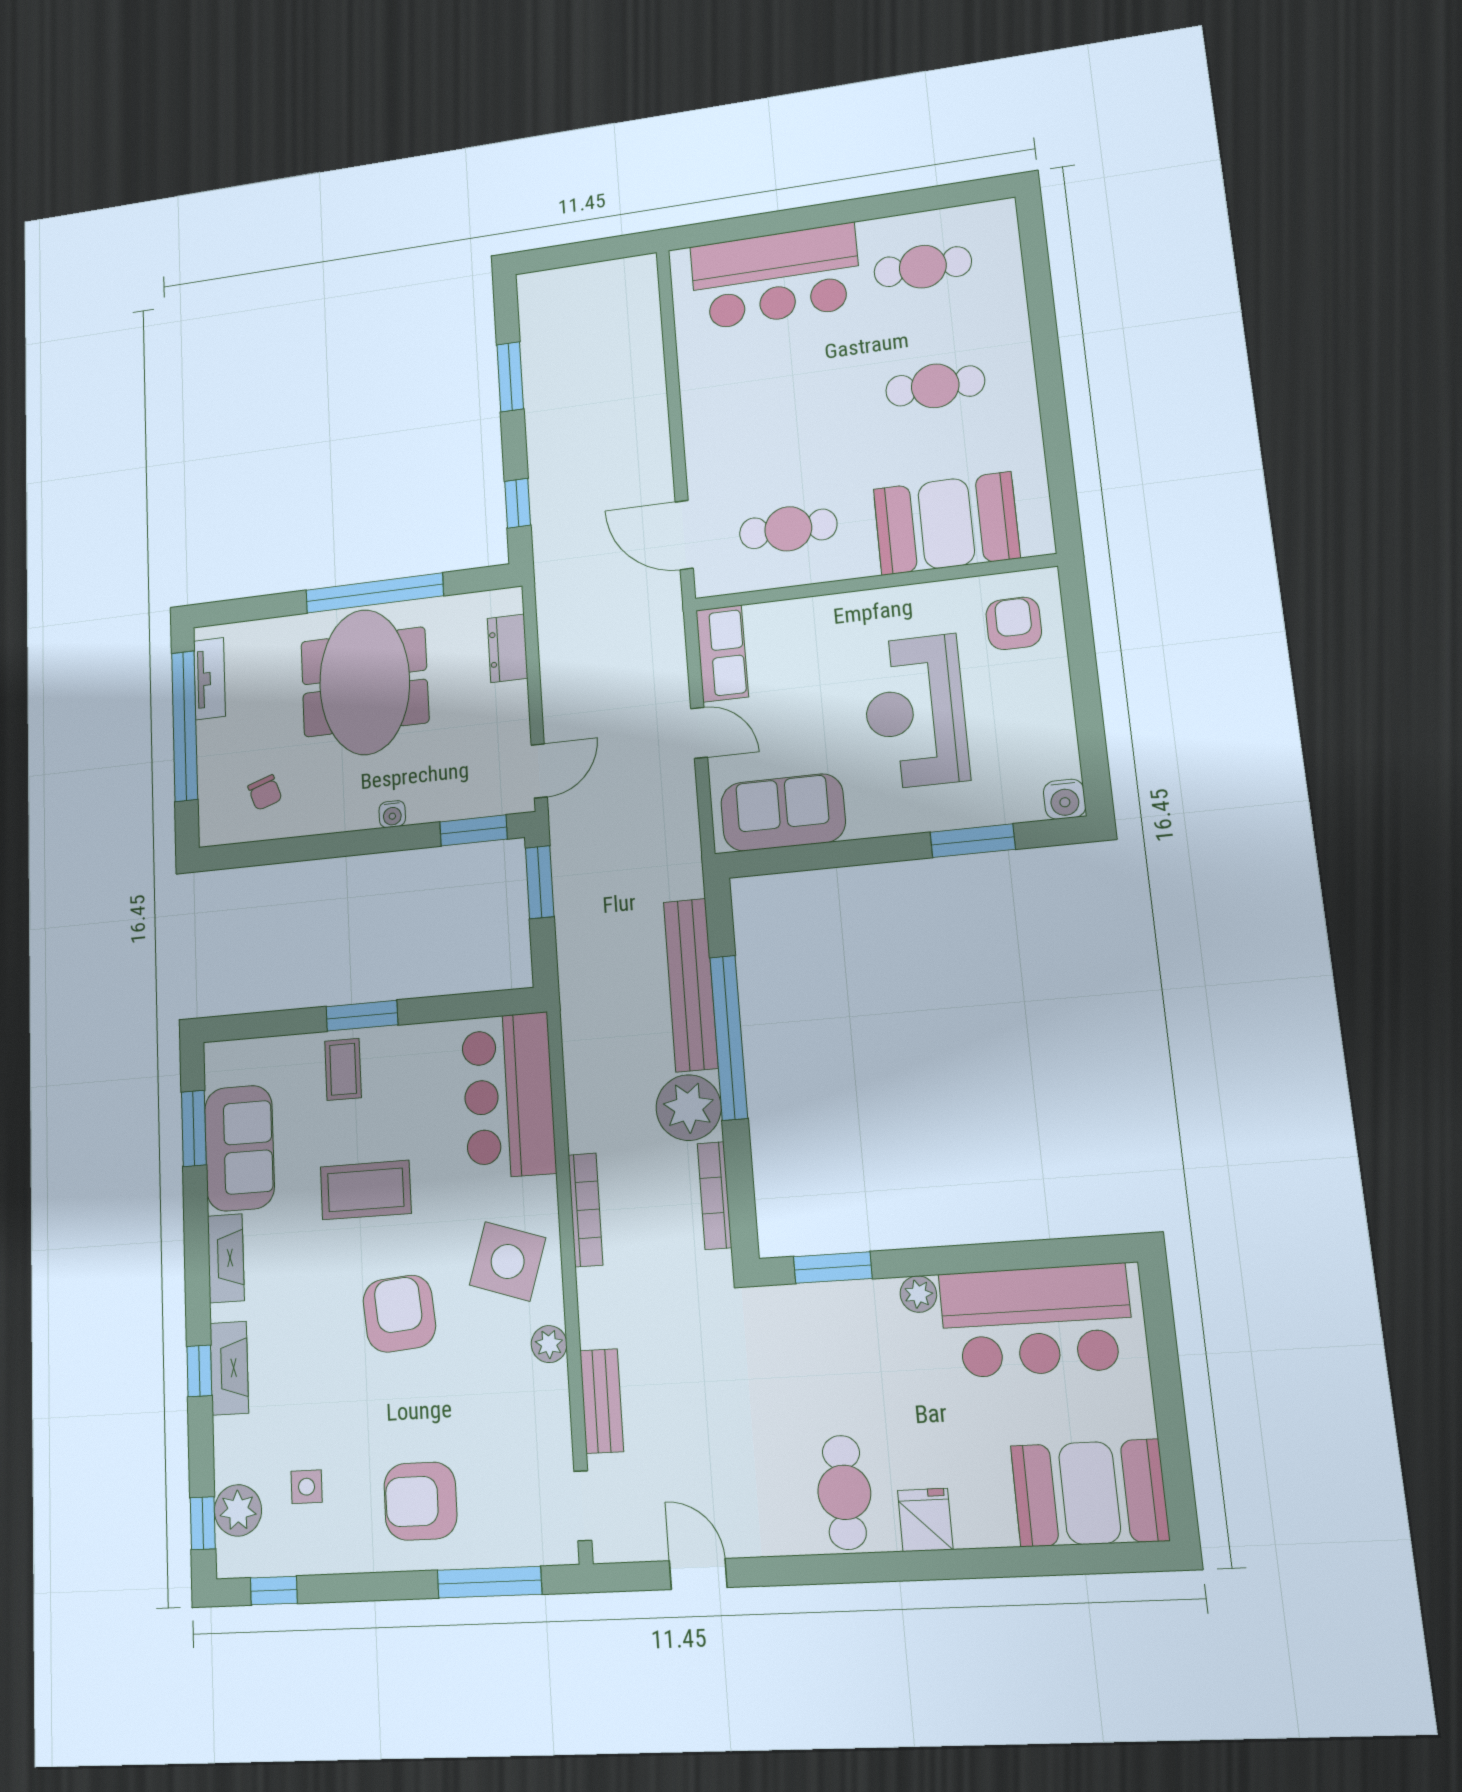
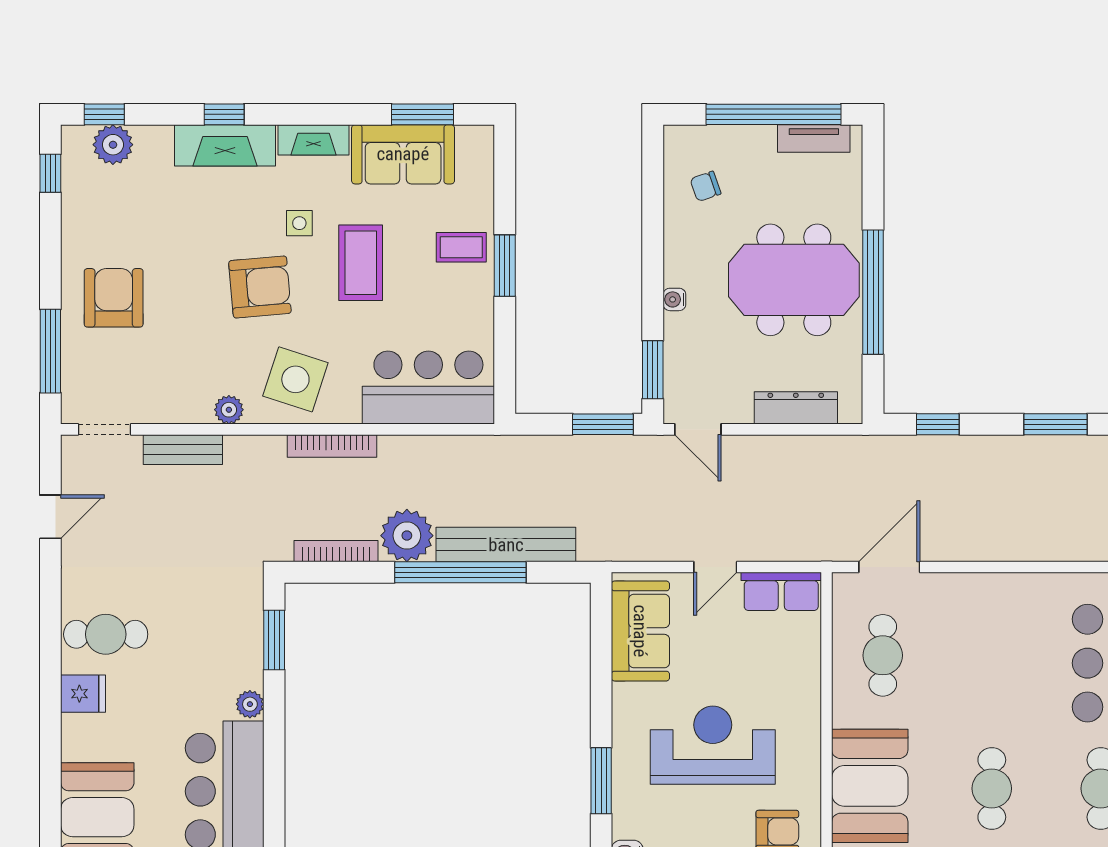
dresser: (507, 648) -> (796, 408), width x1.44
fireplace: (229, 1368) -> (225, 145), width x1.37, depth x1.32
side table: (307, 1487) -> (299, 223), moved

